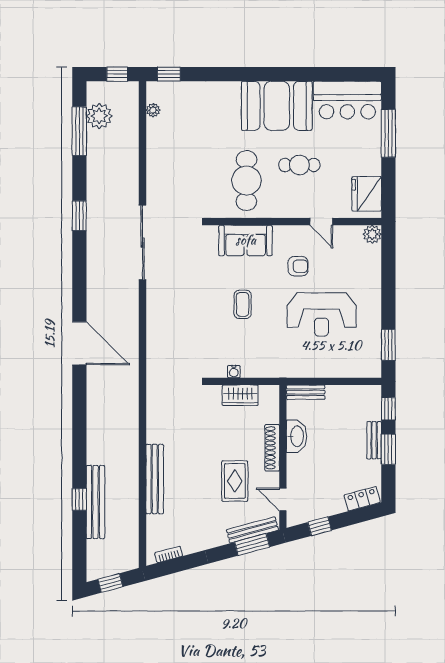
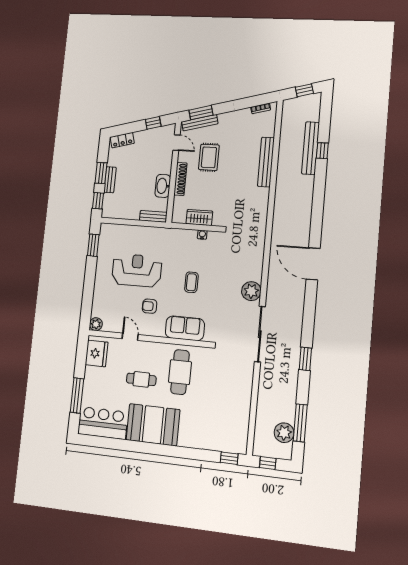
plant: (153, 110) -> (251, 291), moved, width x1.88, depth x1.88

